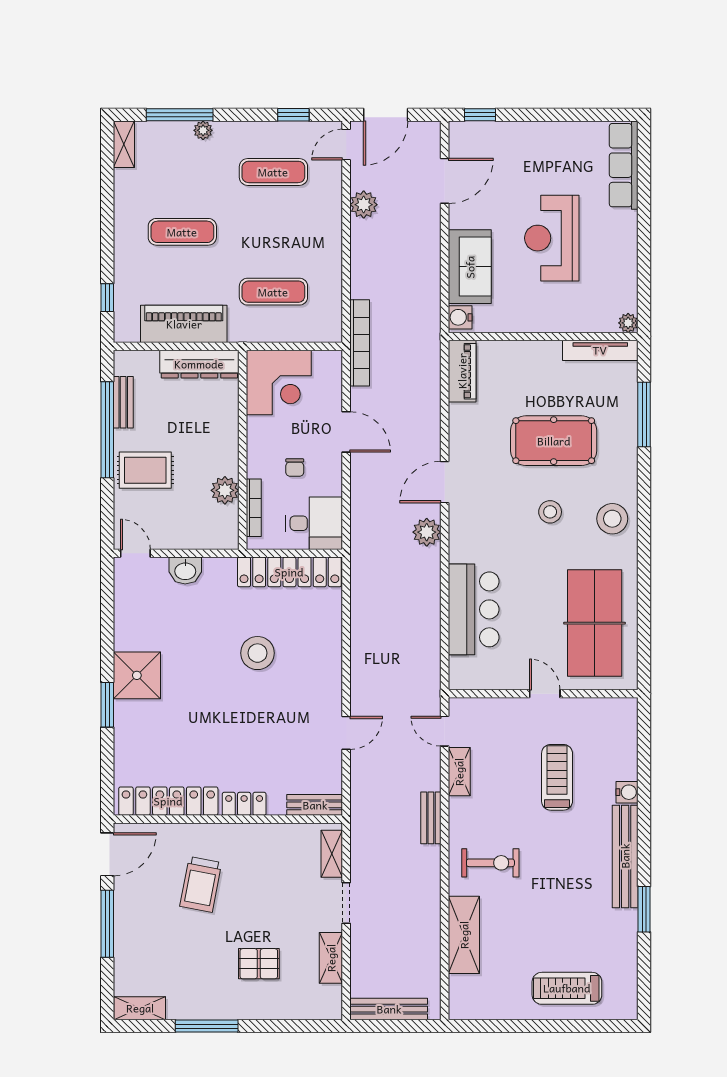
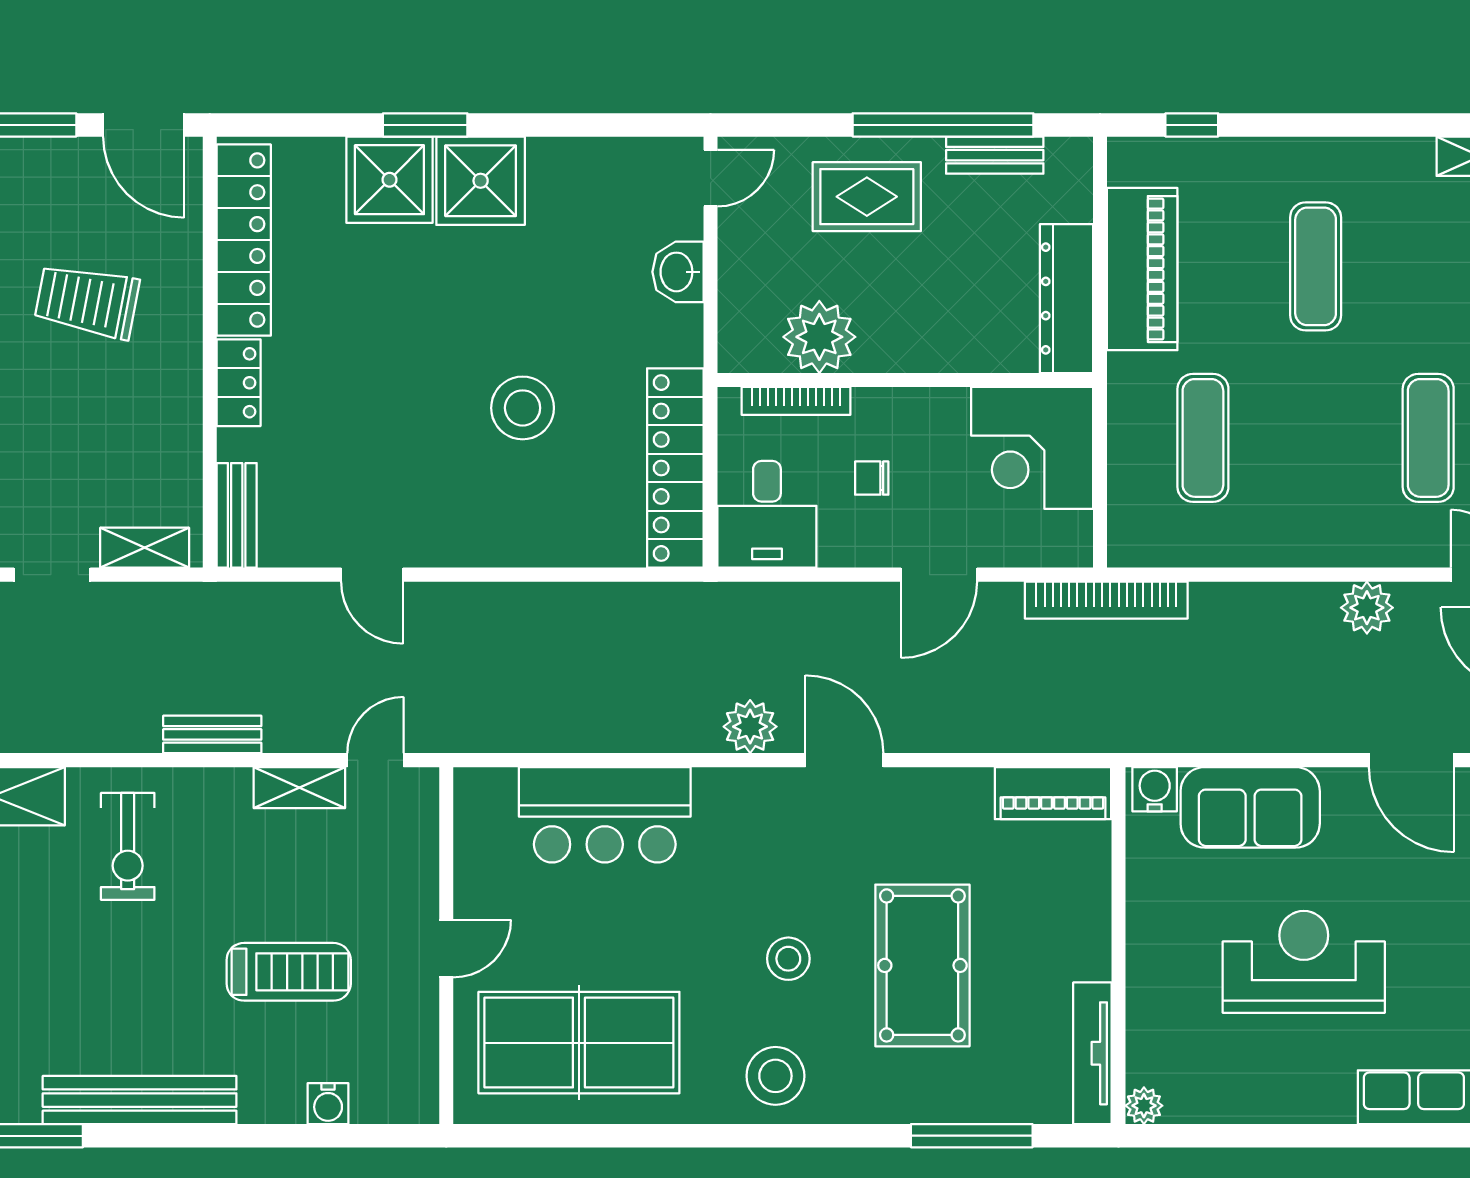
rug: (145, 470) -> (867, 197), turned 90
plant: (225, 490) -> (819, 337), width x1.36, depth x1.36
shower: (136, 724) -> (389, 180), added
water cooler: (627, 792) -> (328, 1104), moved

